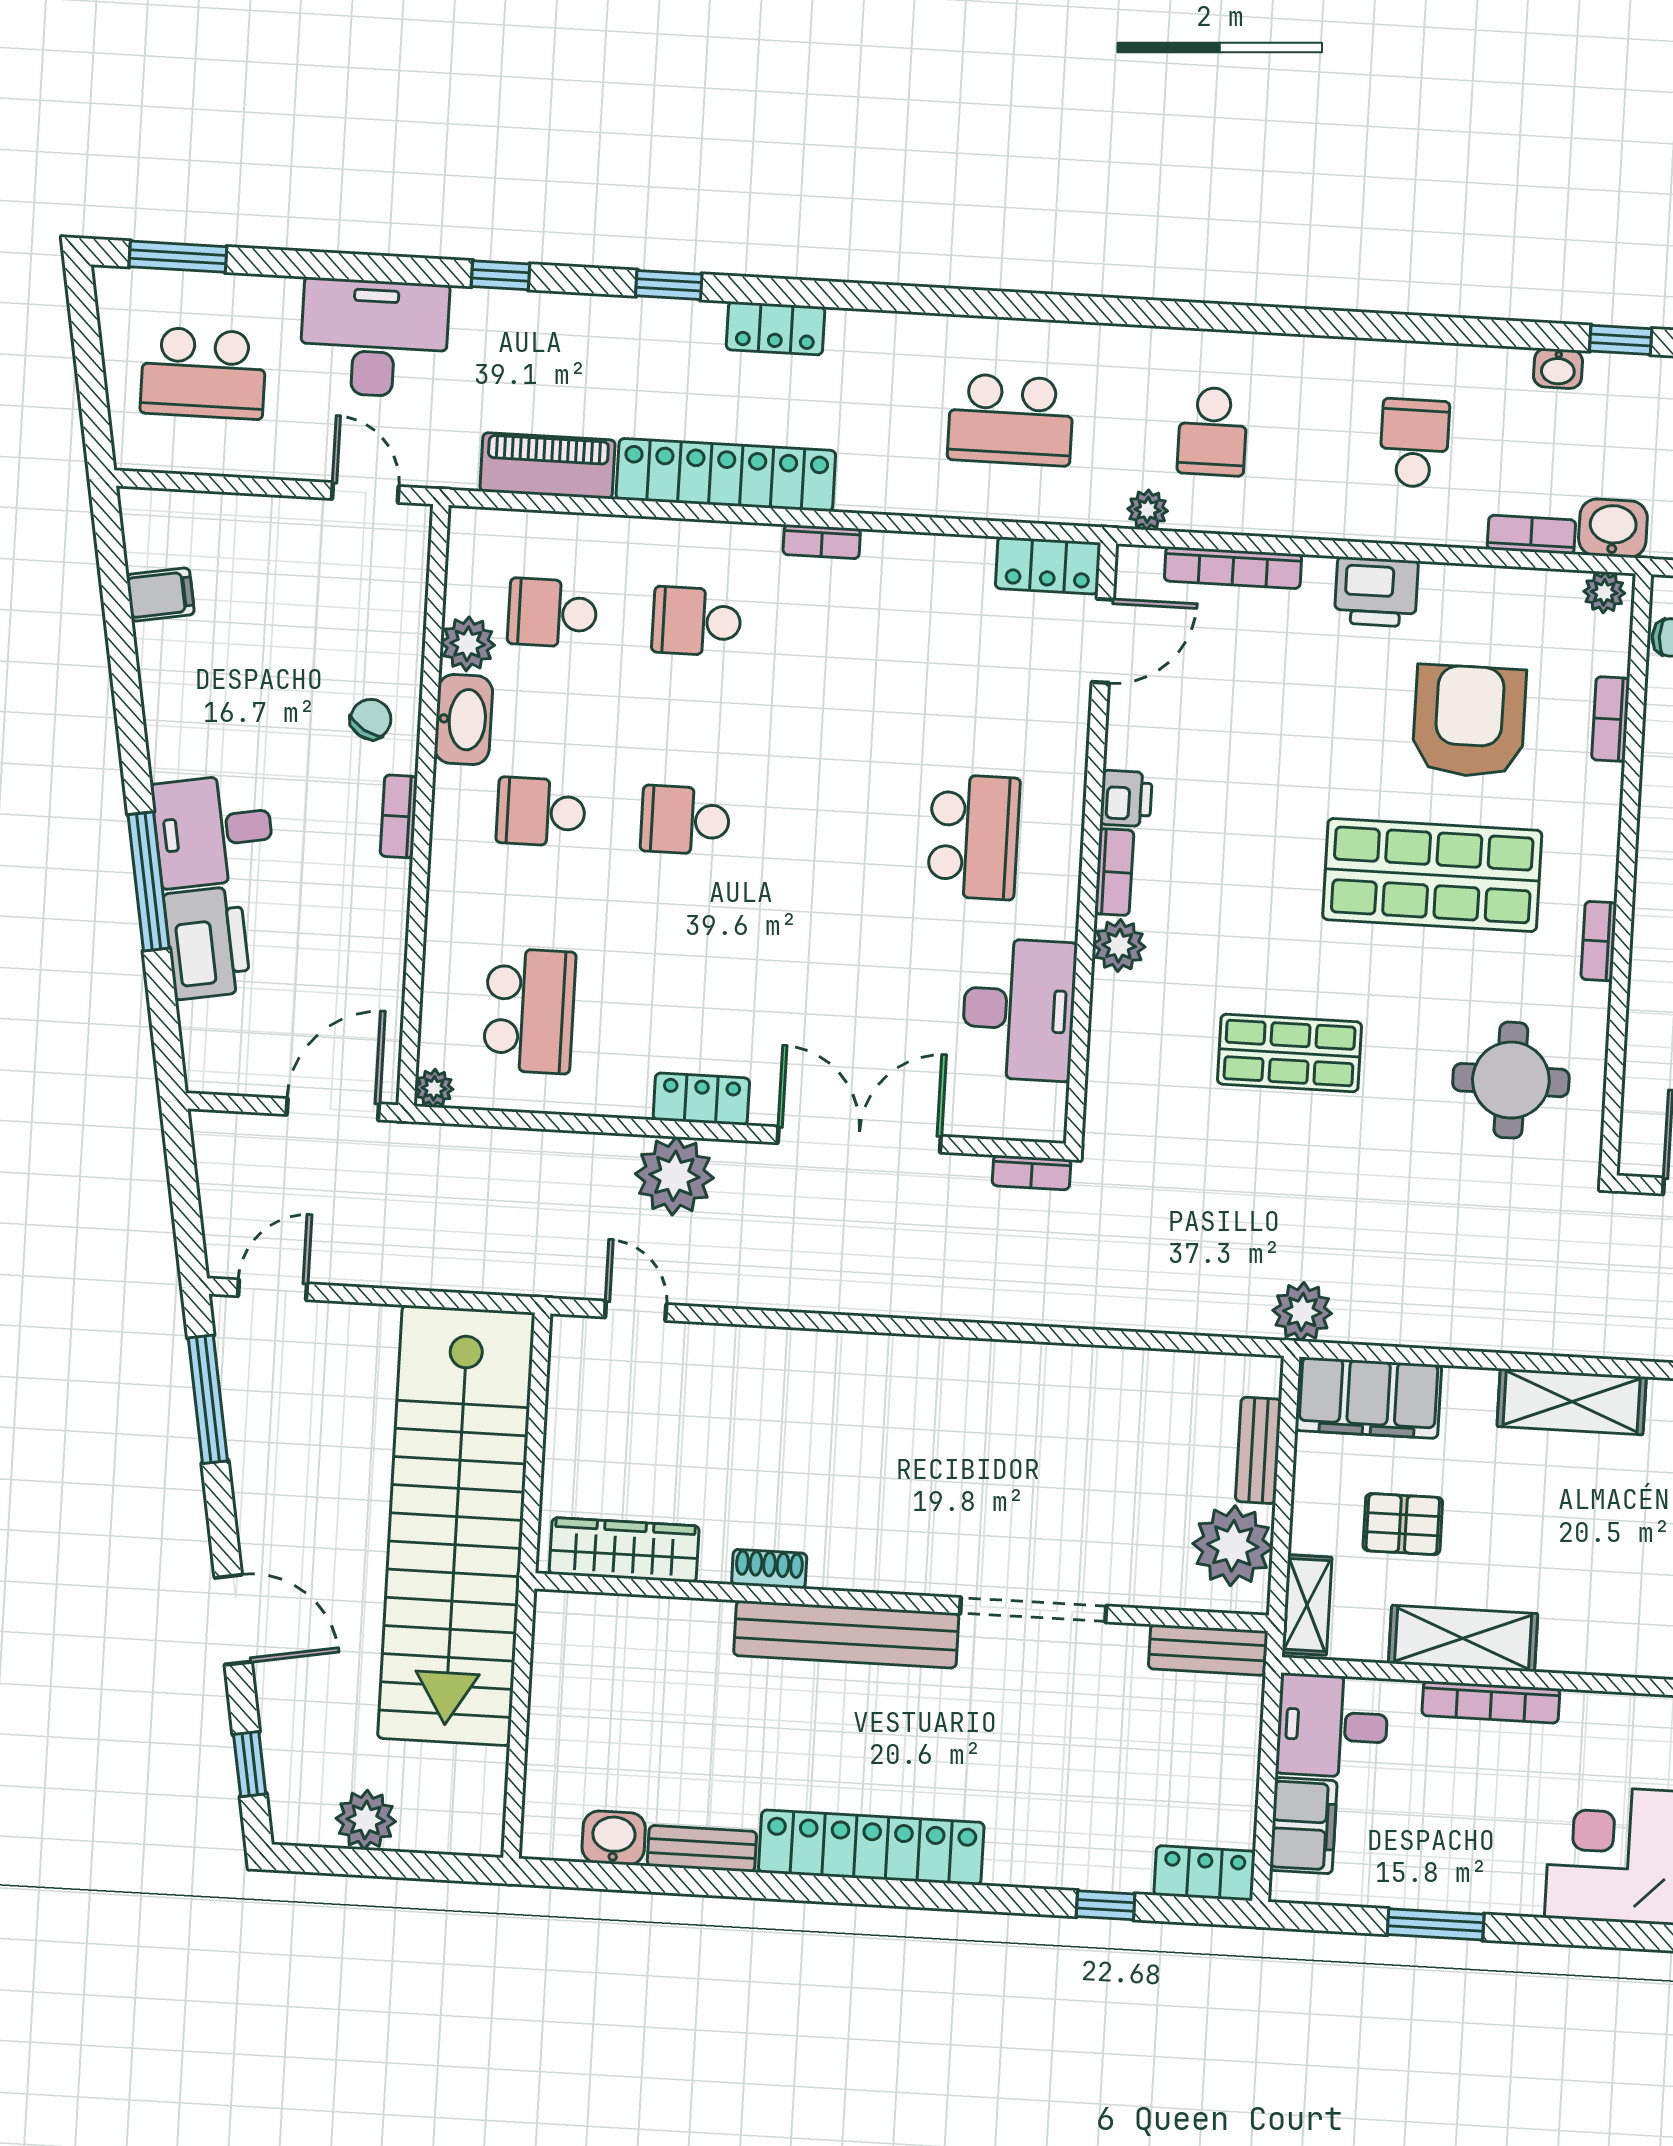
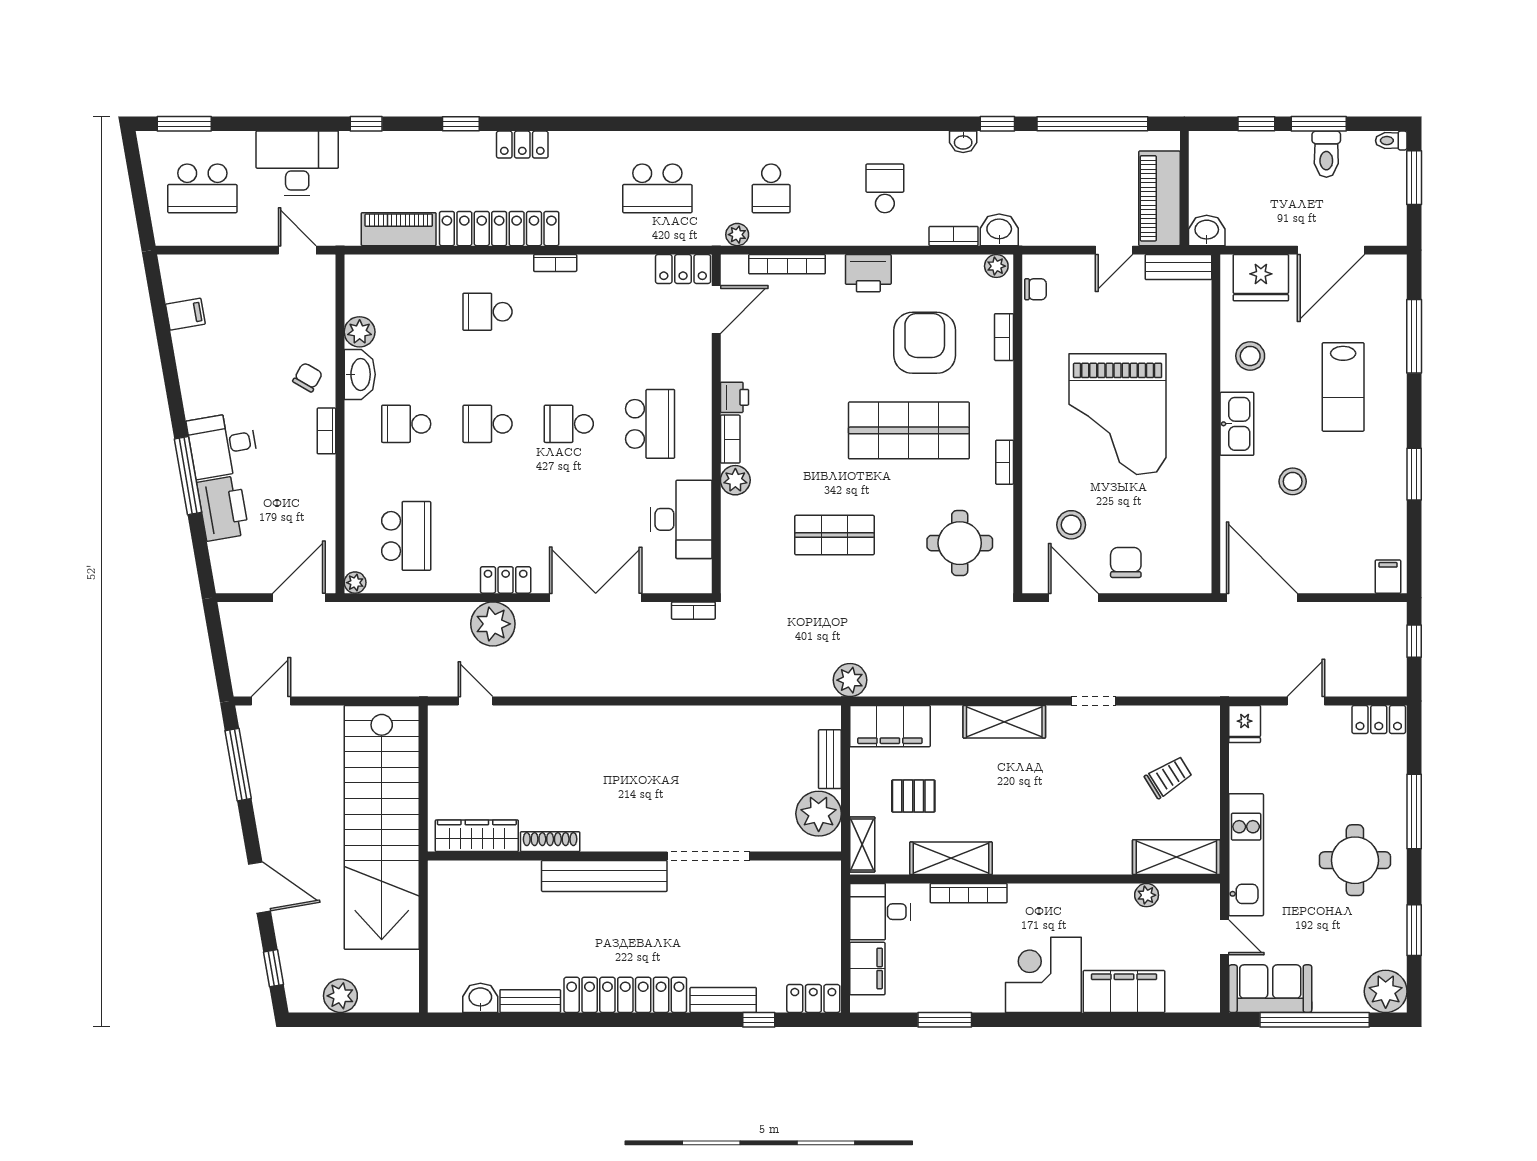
school desk: (552, 613) -> (569, 424), moved
shoe rack: (769, 1569) -> (550, 842), width x1.43
bench: (1208, 1650) -> (723, 1000), moved

